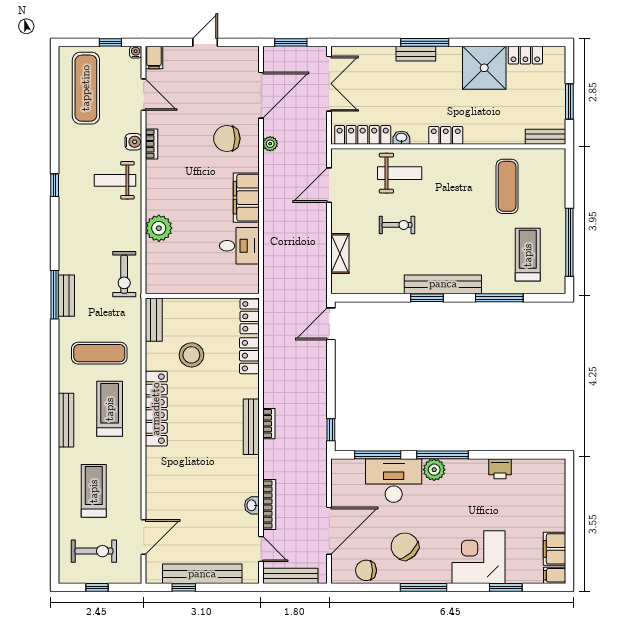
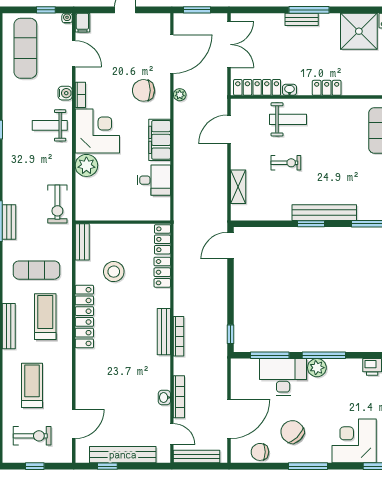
corner desk: (172, 187) -> (97, 131), added
bookcase: (269, 424) -> (179, 336), width x1.56

